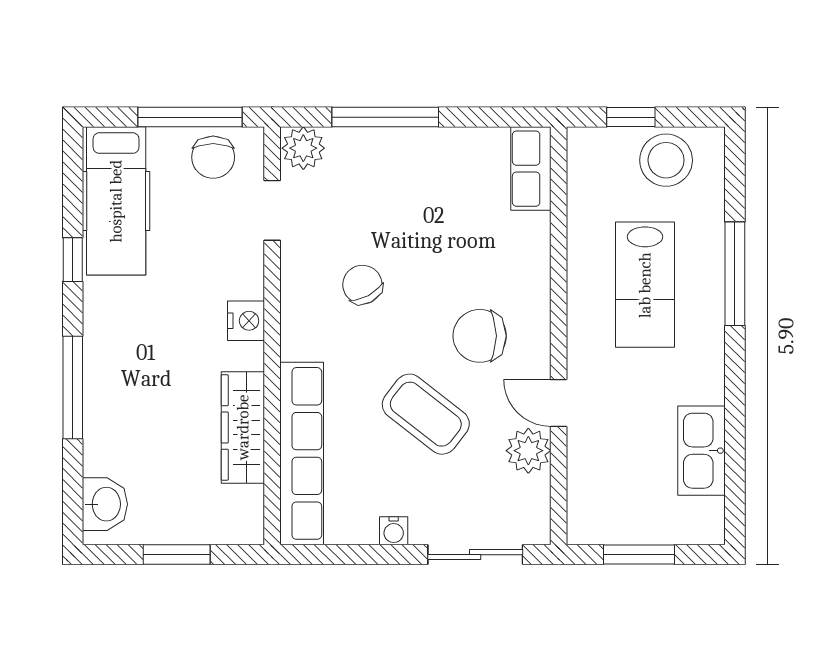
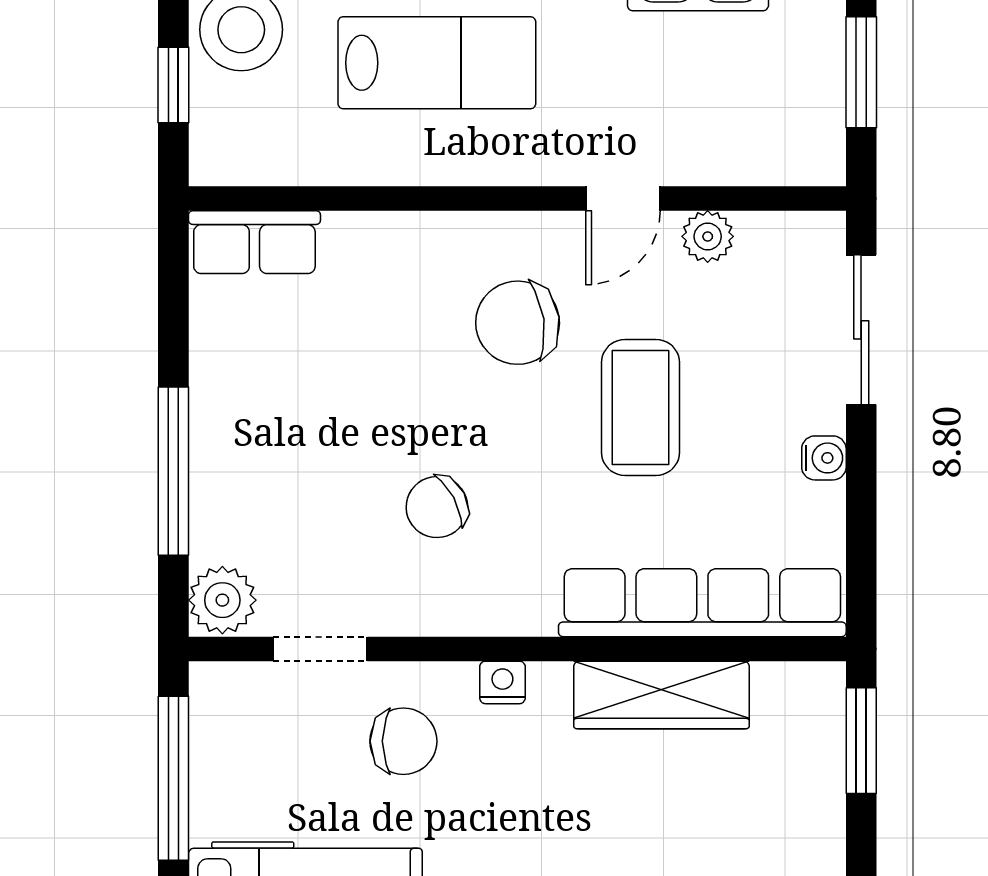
chair: (213, 157) -> (403, 741), moved
nightstand: (246, 321) -> (502, 682), width x0.72, depth x0.74
chair: (480, 336) -> (518, 323), turned 82
coffee table: (426, 414) -> (640, 407), turned -38
plant: (528, 451) -> (708, 236), width x0.73, depth x0.73
window: (177, 555) -> (861, 741), moved

